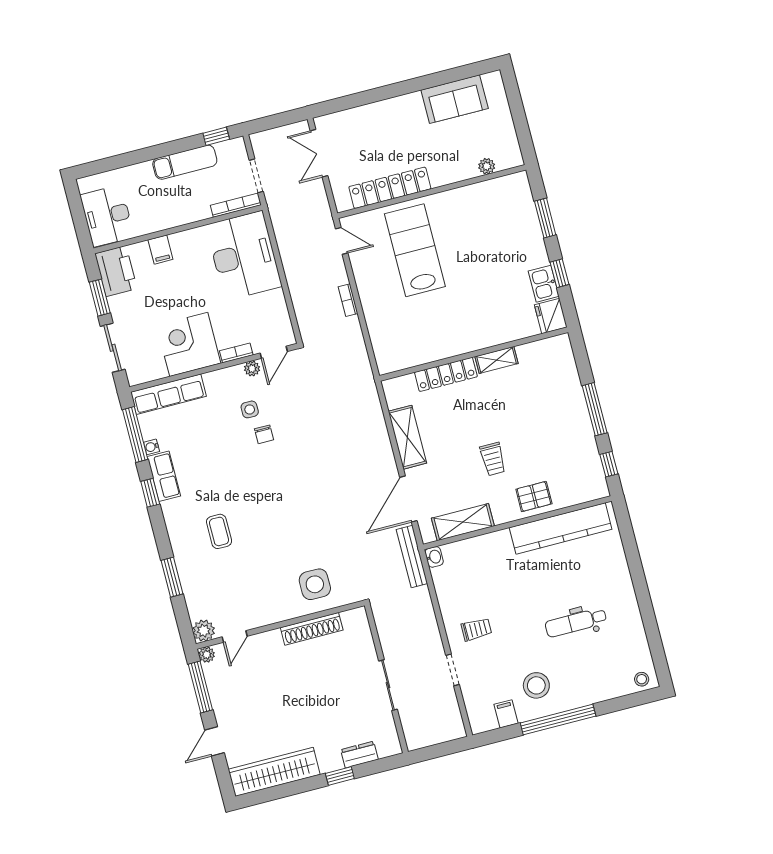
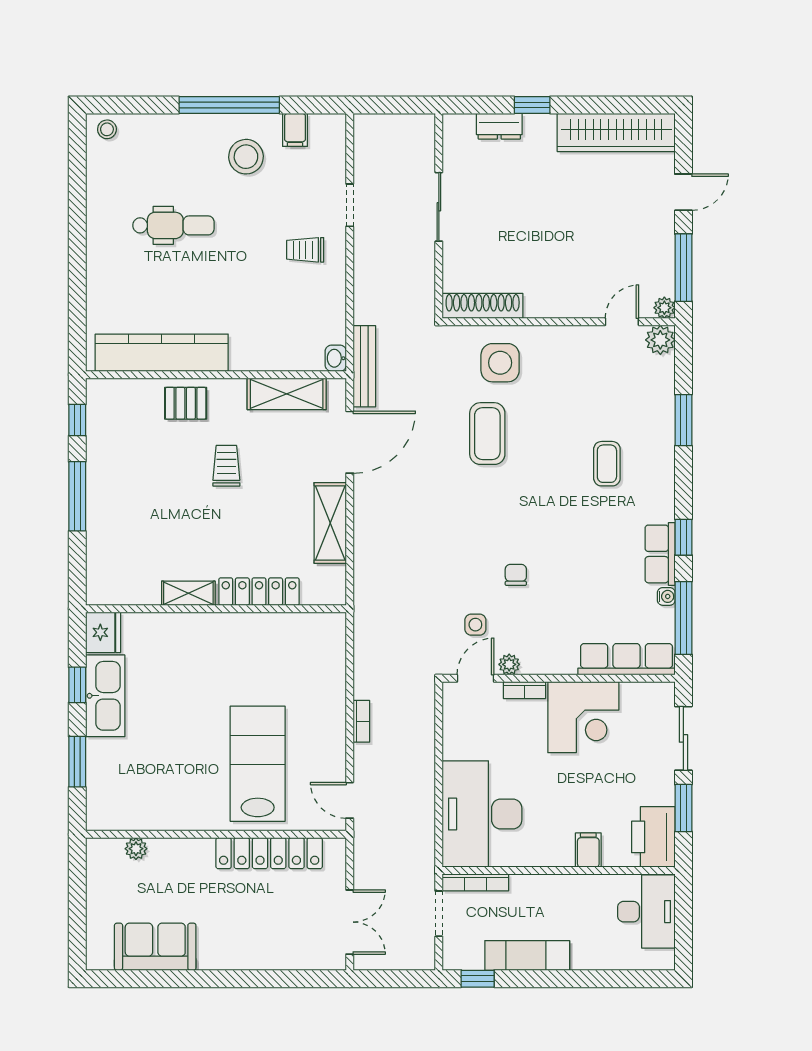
lab bench: (415, 250) -> (258, 764), turned 180
kitchen sink: (544, 284) -> (105, 696), width x1.88, depth x1.24
side table: (250, 409) -> (475, 625), moved
coffee table: (311, 531) -> (487, 434), added
shoe rack: (312, 629) -> (483, 306), moved

